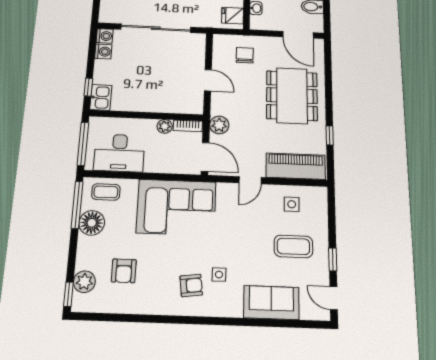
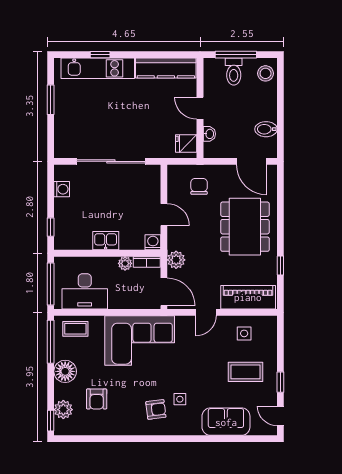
washing machine: (105, 36) -> (153, 242), moved, turned -90
kitchen sink: (101, 97) -> (106, 241), moved, turned -90
floor lamp: (92, 223) -> (65, 371), moved

